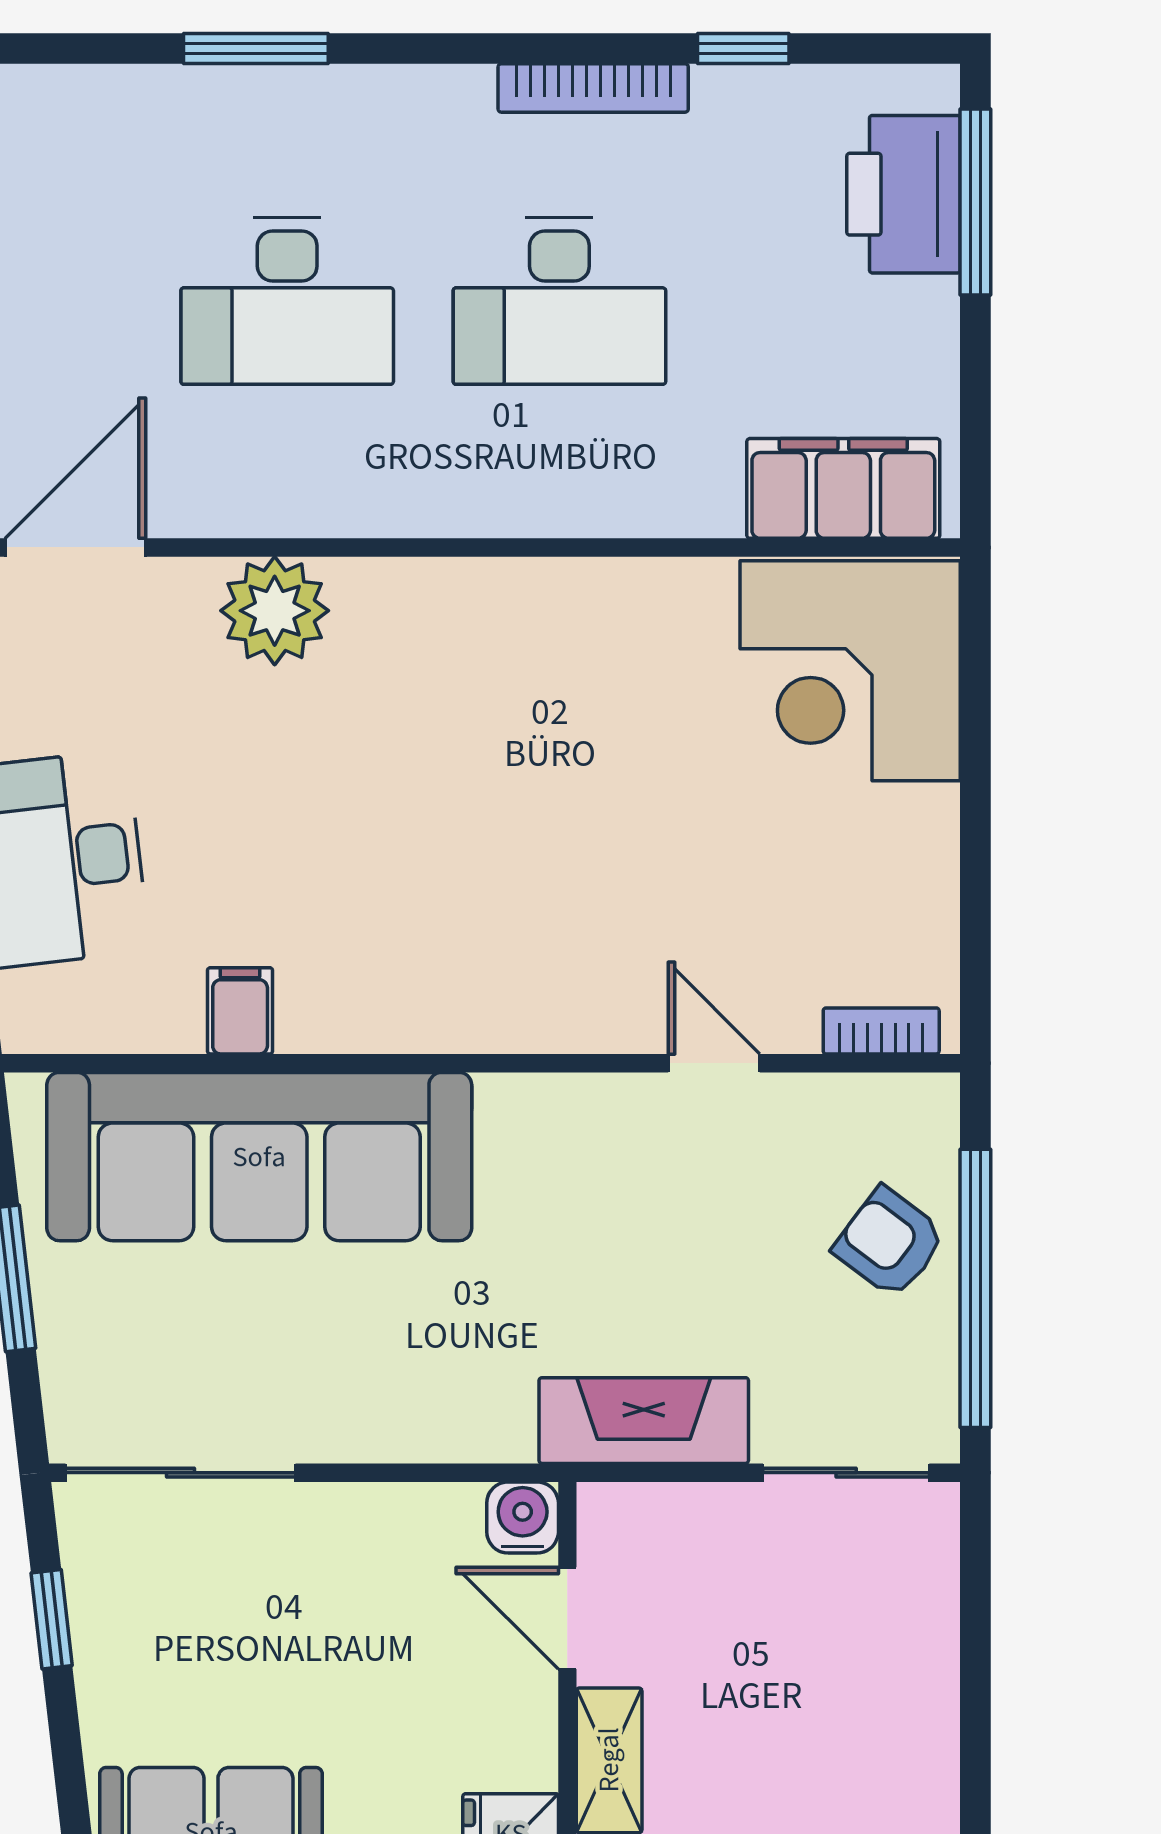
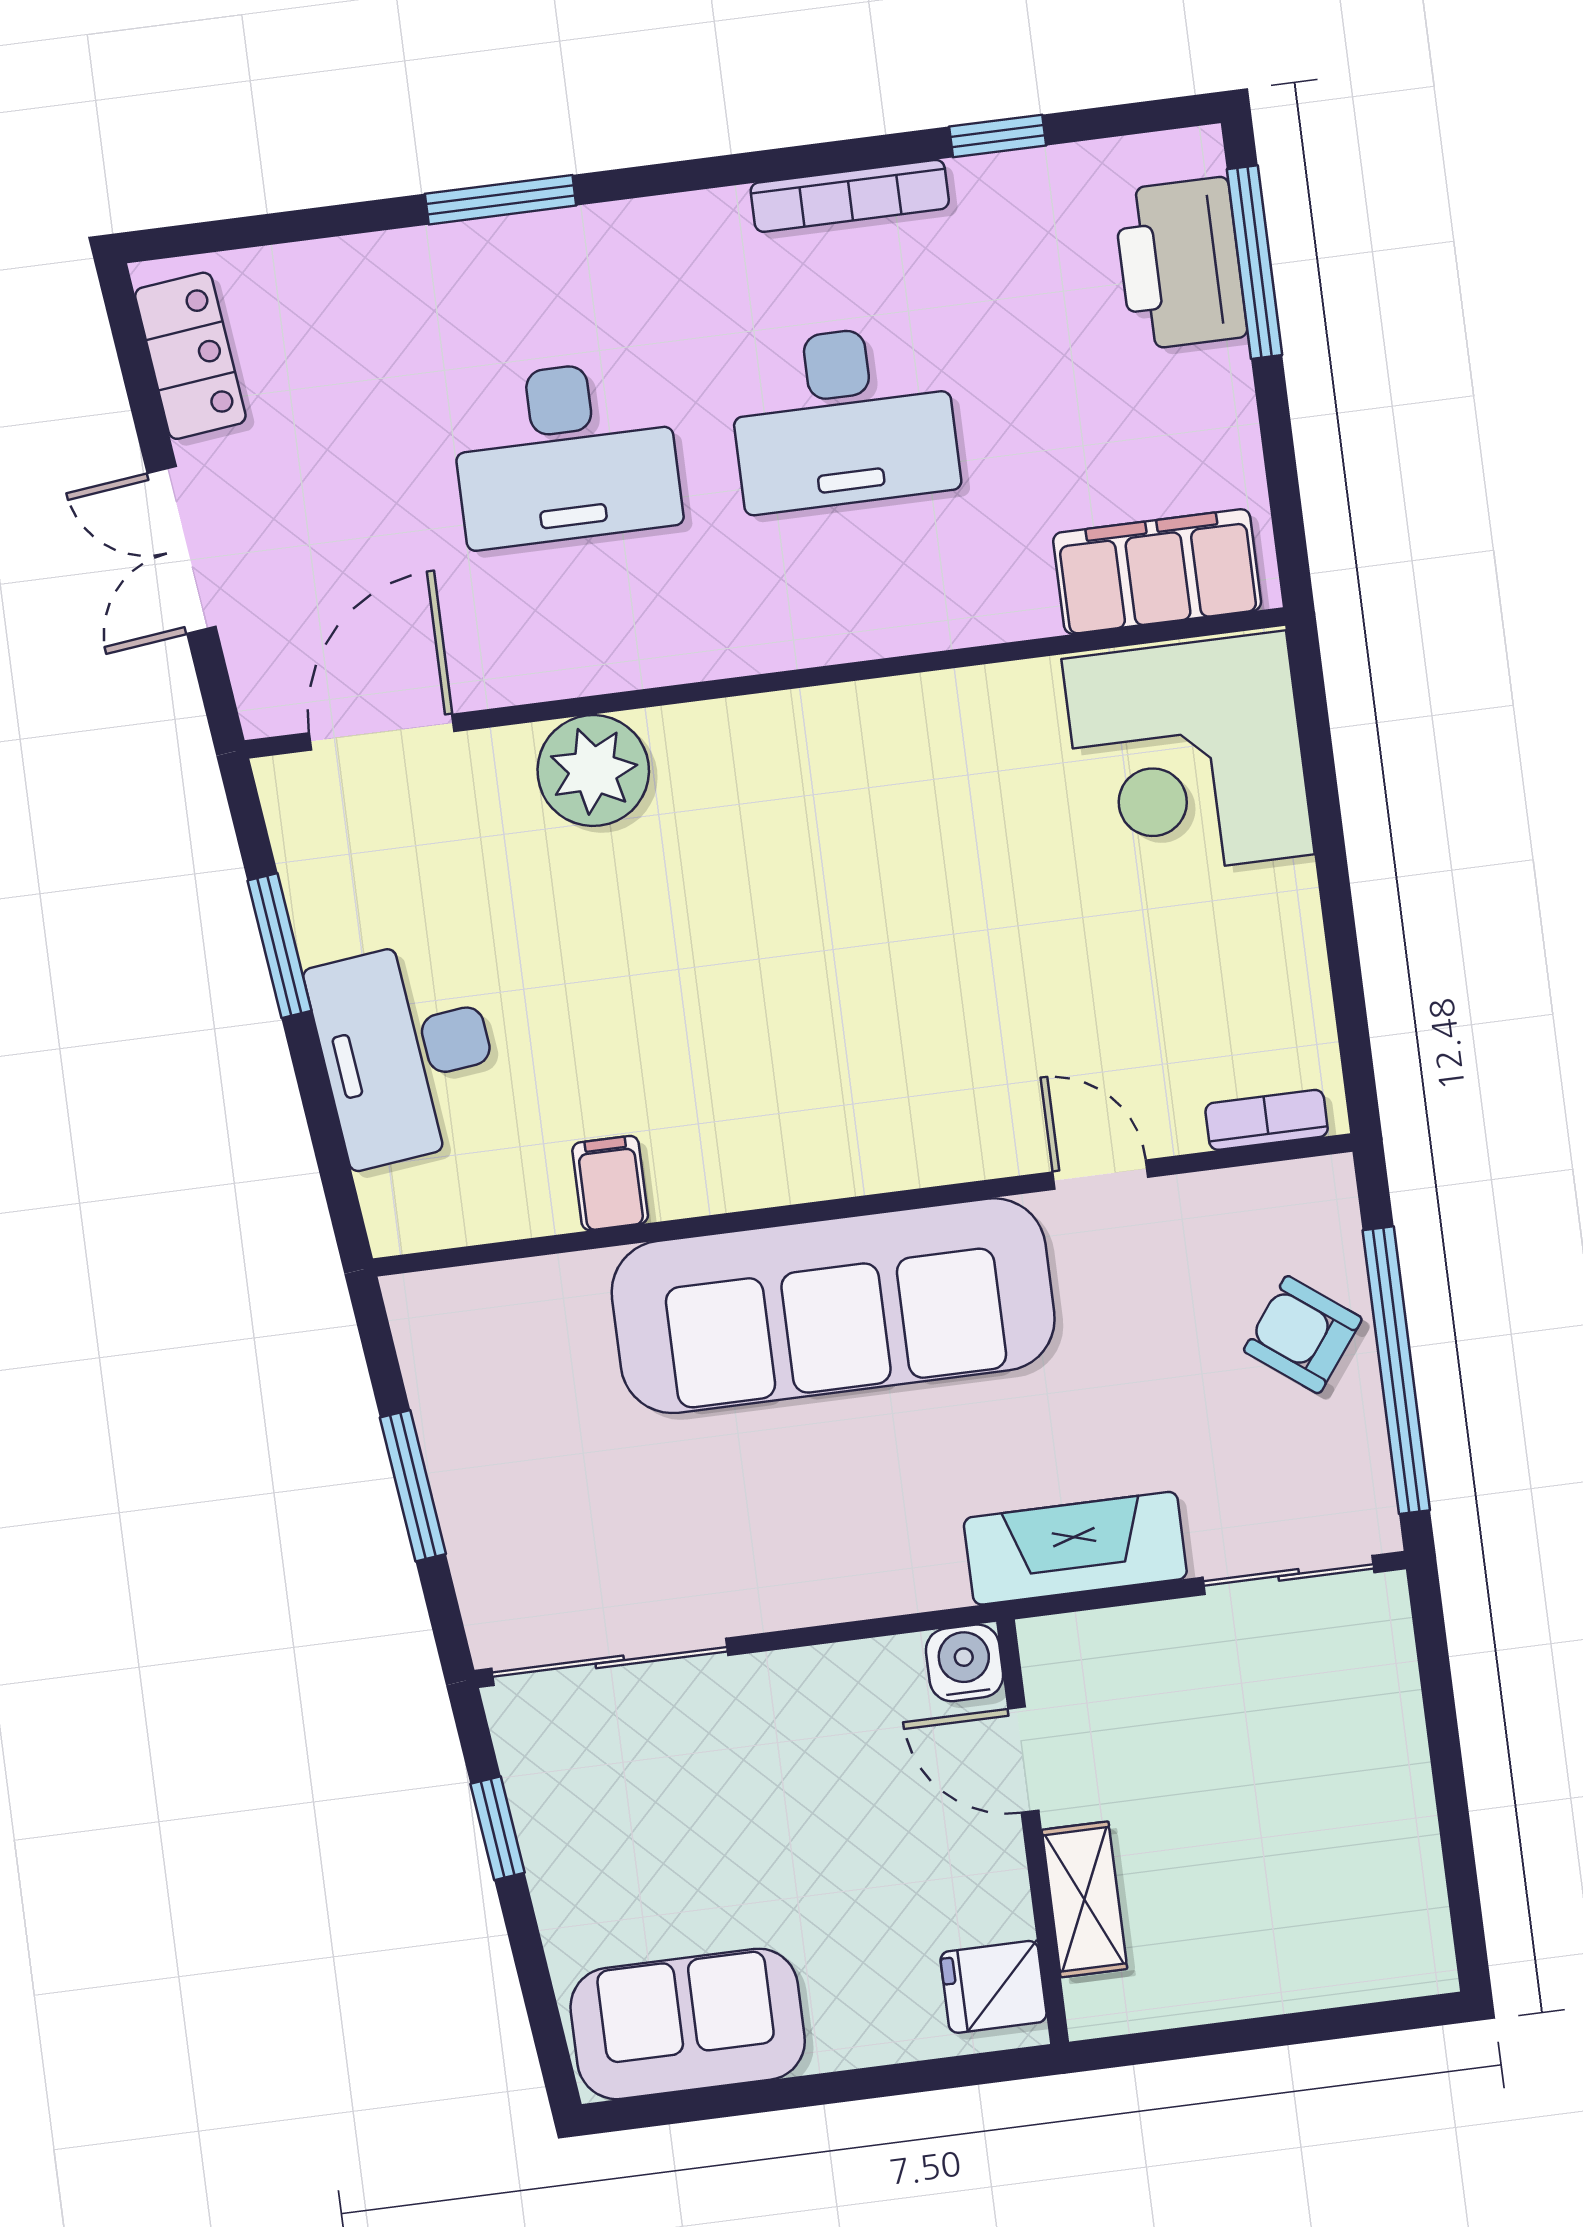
sofa: (259, 1157) -> (833, 1306), moved

